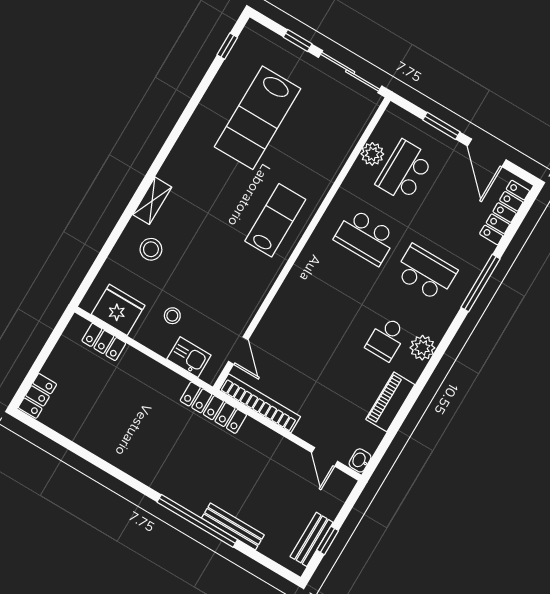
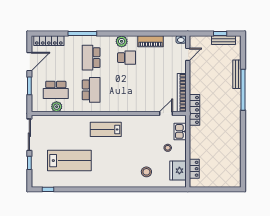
shelving: (152, 201) -> (127, 183), removed
locker: (37, 396) -> (231, 182), removed

